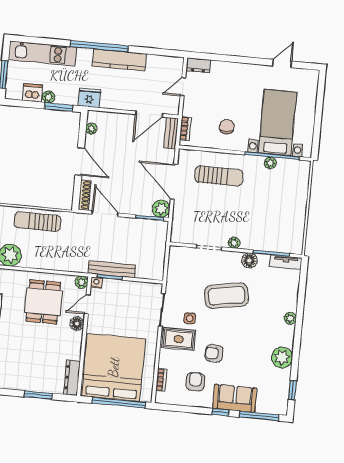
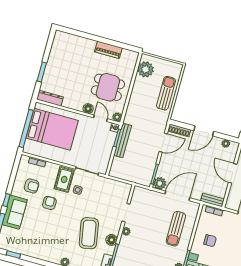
door: (149, 114) -> (233, 173), moved
coffee table: (227, 296) -> (89, 233), moved
plant: (282, 358) -> (38, 251), removed
bed: (114, 367) -> (52, 129), width x0.73

